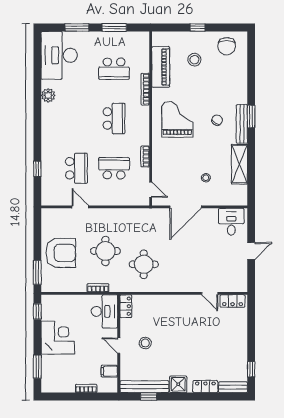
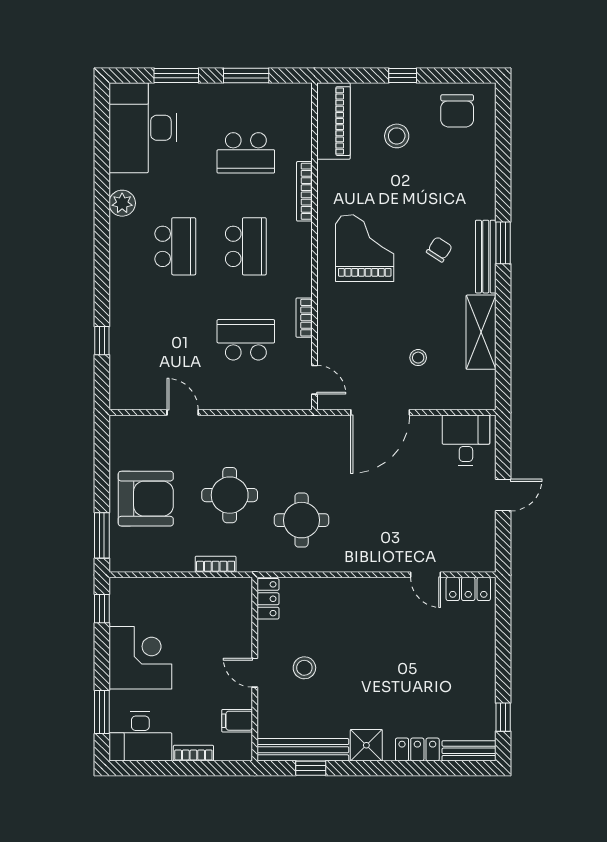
piano: (161, 67) -> (333, 121), moved
school desk: (76, 168) -> (175, 246), moved
desk: (104, 311) -> (140, 737), moved, turned 90

